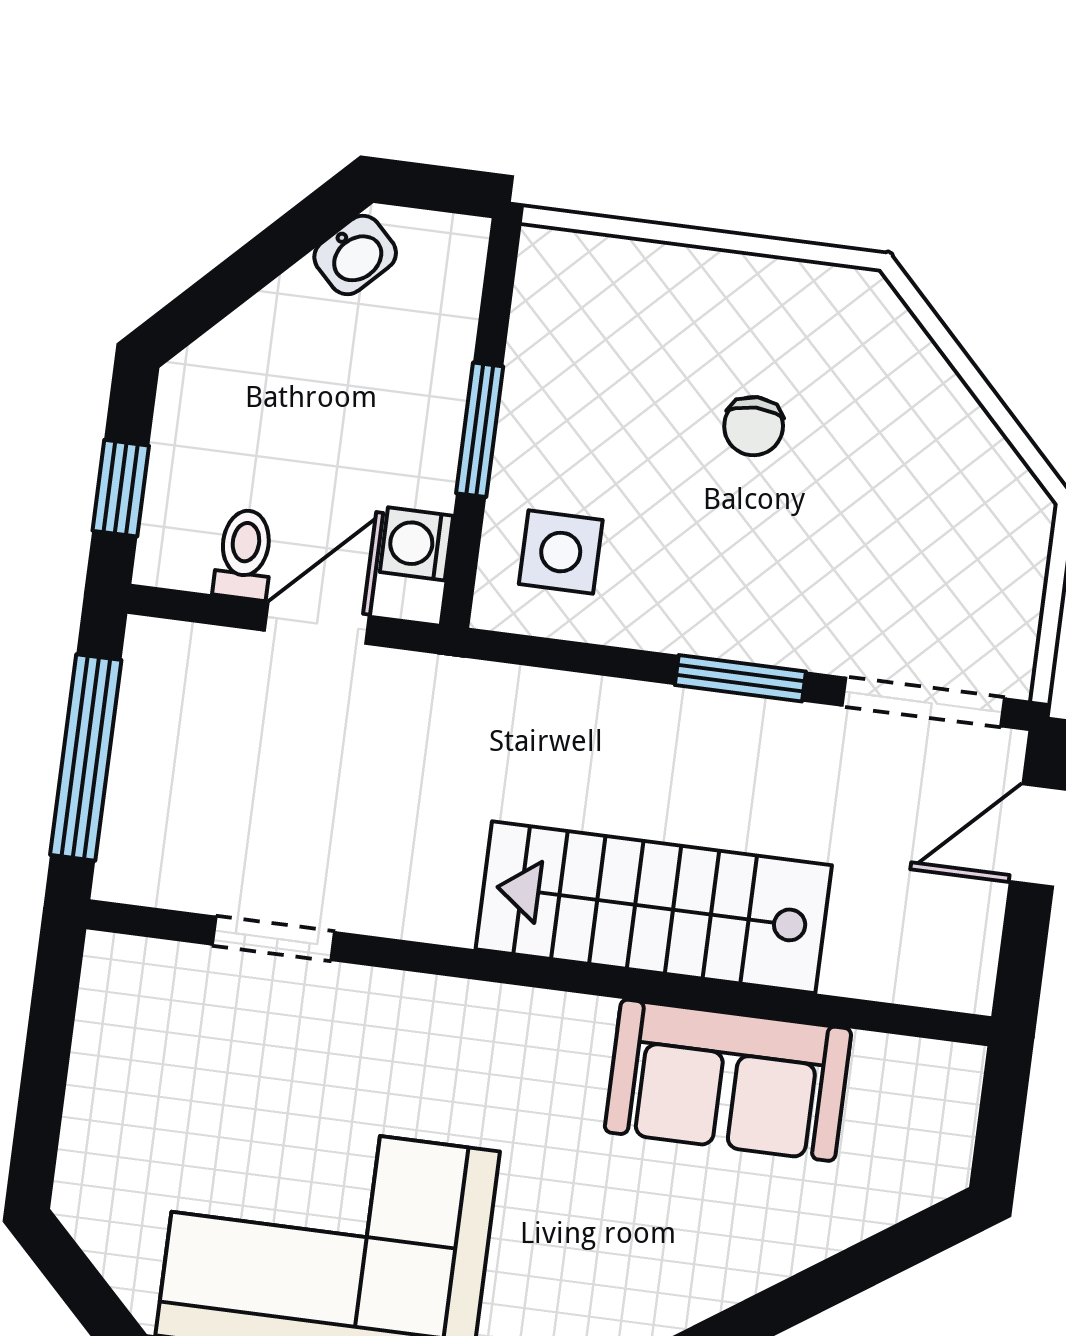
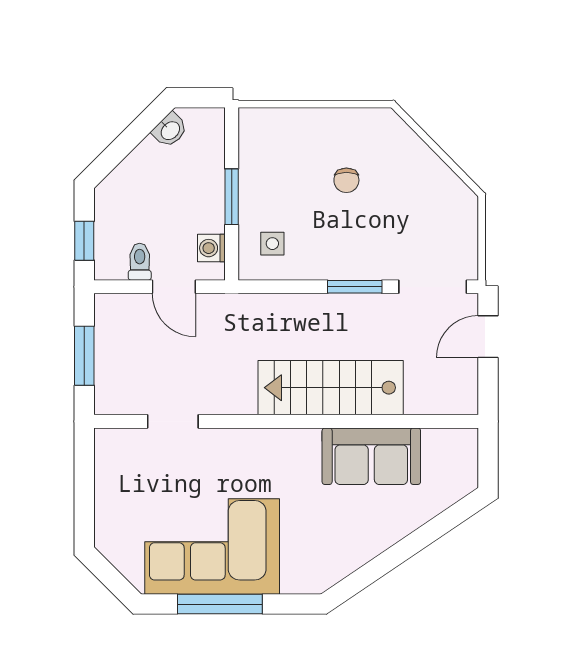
side table: (561, 552) -> (272, 244), width x0.73, depth x0.73
door: (317, 623) -> (174, 287), swing flipped
window: (86, 757) -> (84, 356), width x0.69

